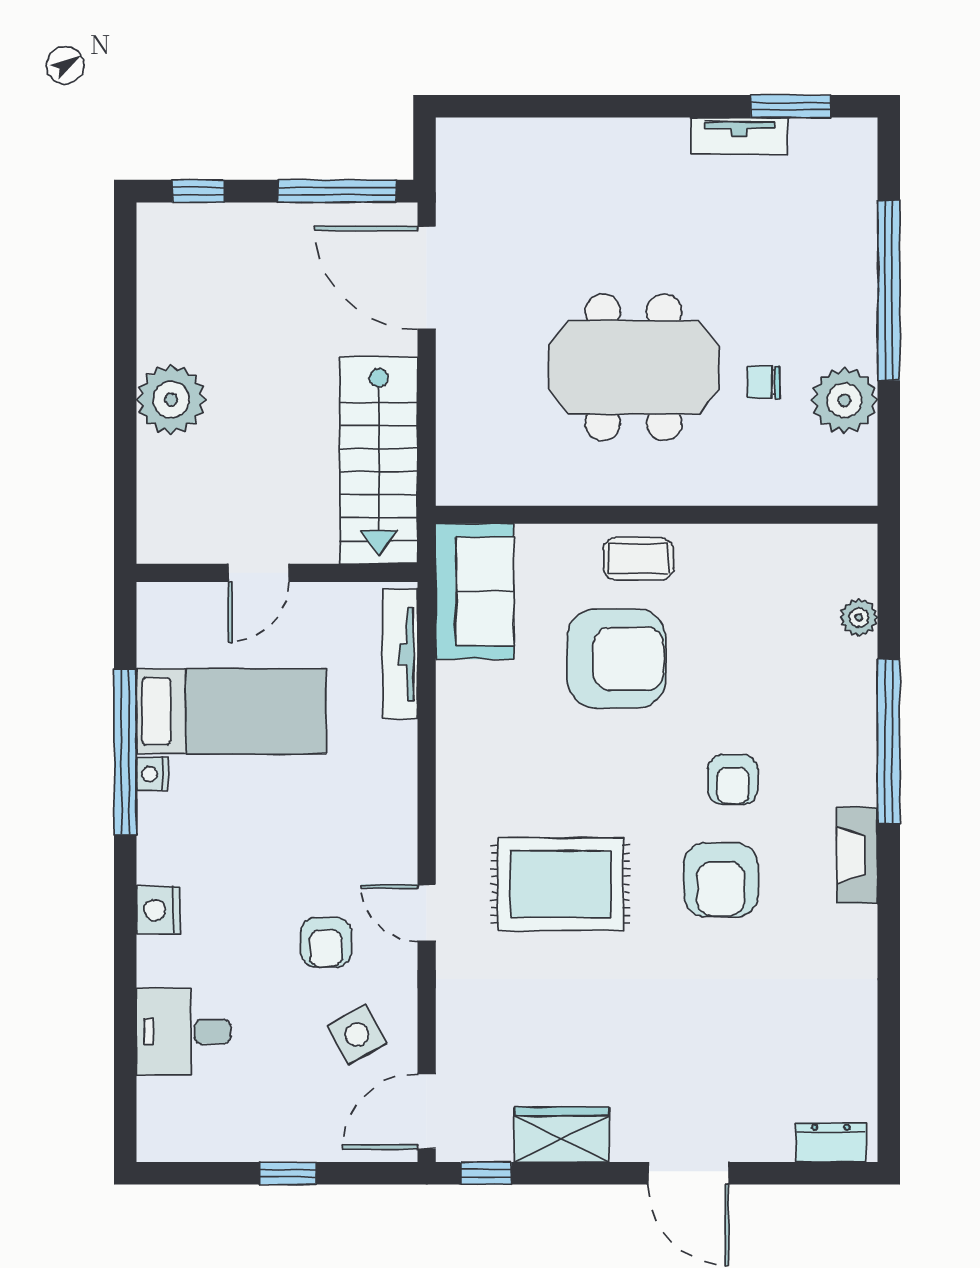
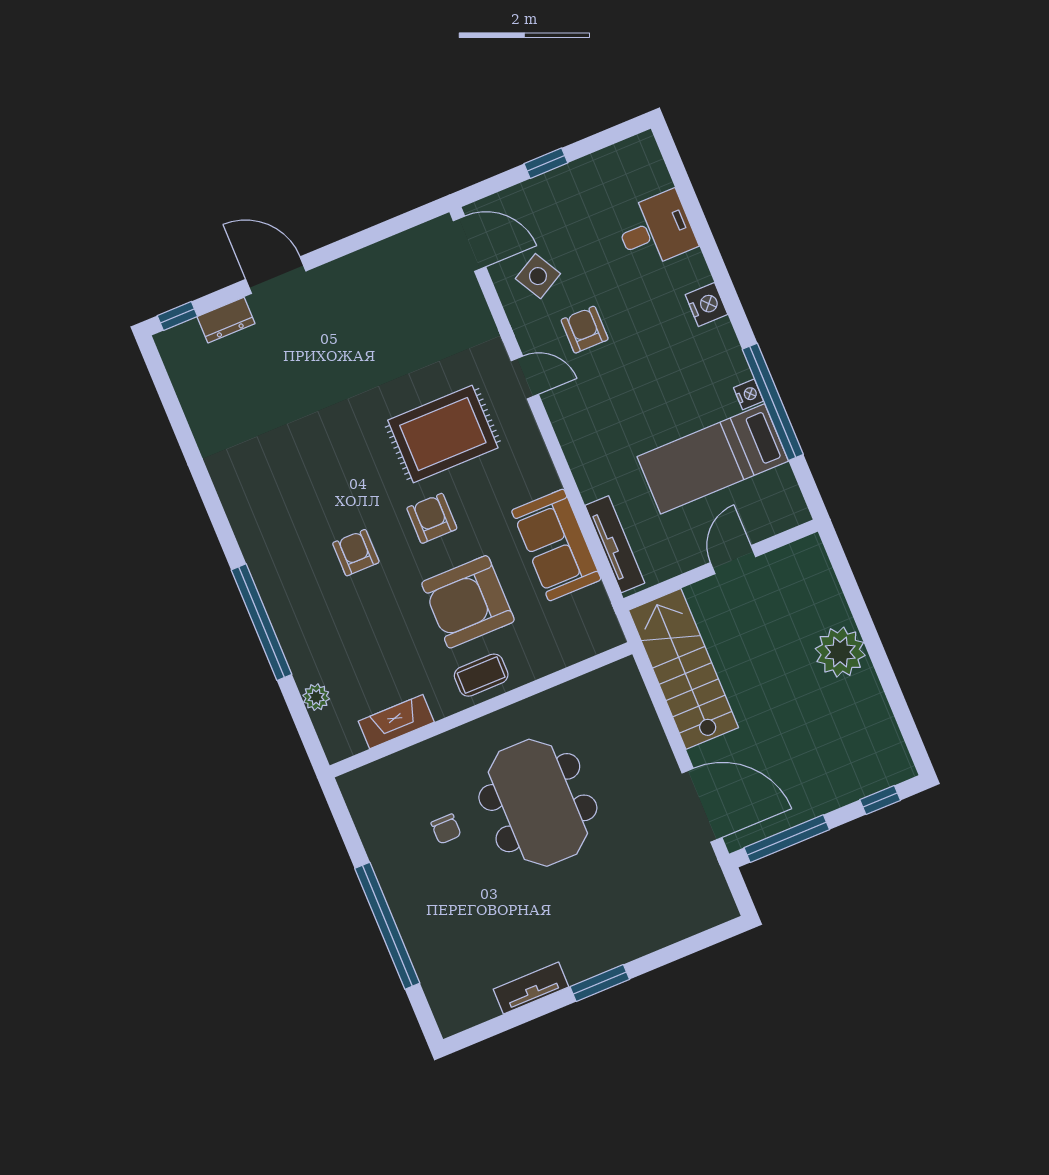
window: (790, 106) -> (600, 983), moved
meeting table: (633, 367) -> (538, 803), turned 90
chair: (764, 382) -> (446, 829), turned 90
plant: (844, 400) -> (387, 839), removed
sofa: (475, 591) -> (556, 545), moved
fireplace: (857, 855) -> (396, 722), moved, turned -90
armchair: (721, 880) -> (432, 518), moved, width x0.72, depth x0.72
door: (427, 1111) -> (470, 244), hinge flipped
wardrobe: (562, 1135) -> (372, 266), removed
dresser: (831, 1143) -> (226, 320), moved
window: (486, 1173) -> (177, 316), moved

